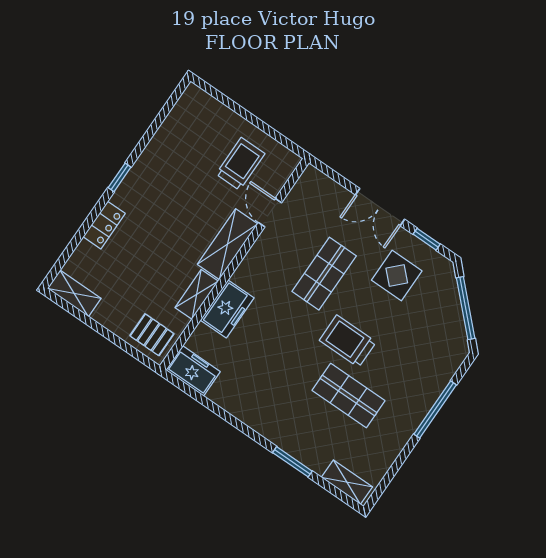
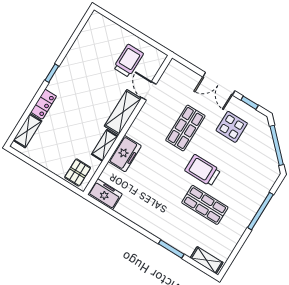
shelving: (74, 293) -> (27, 131), moved, turned 90
pallet: (152, 335) -> (78, 173), turned 90

